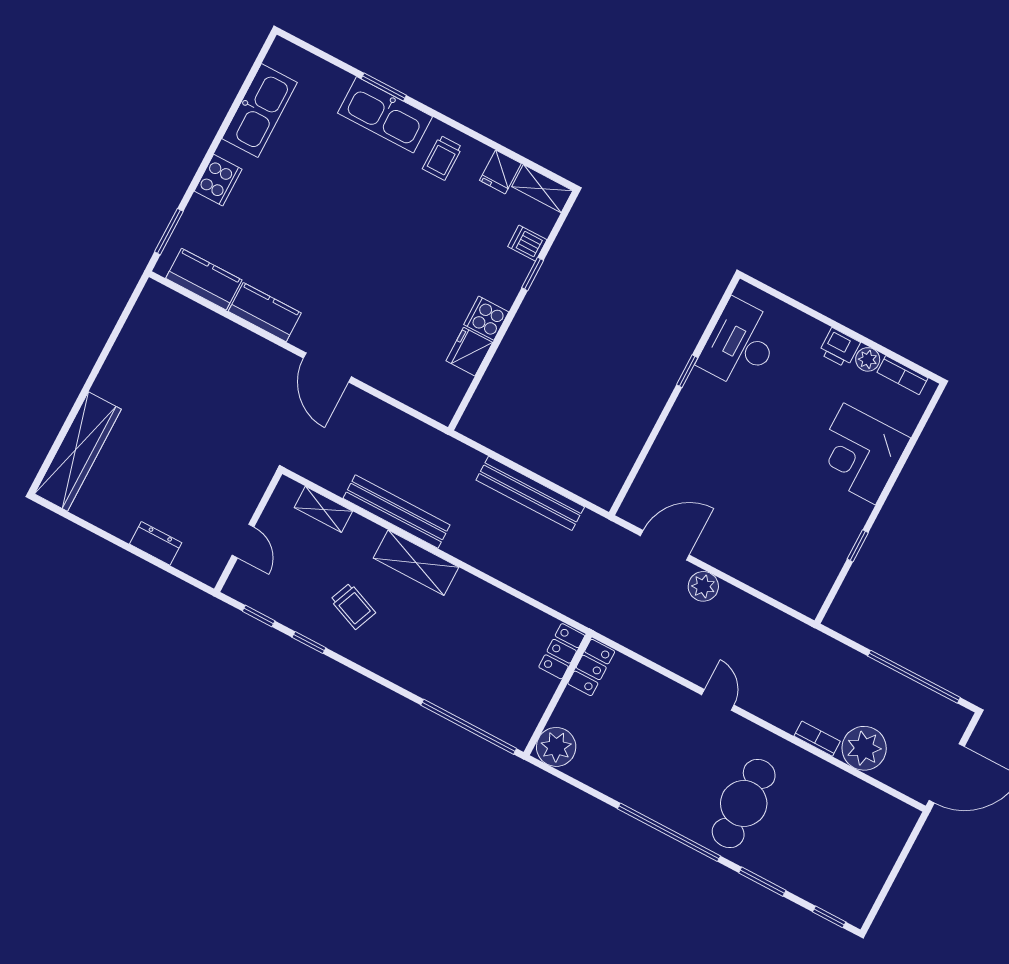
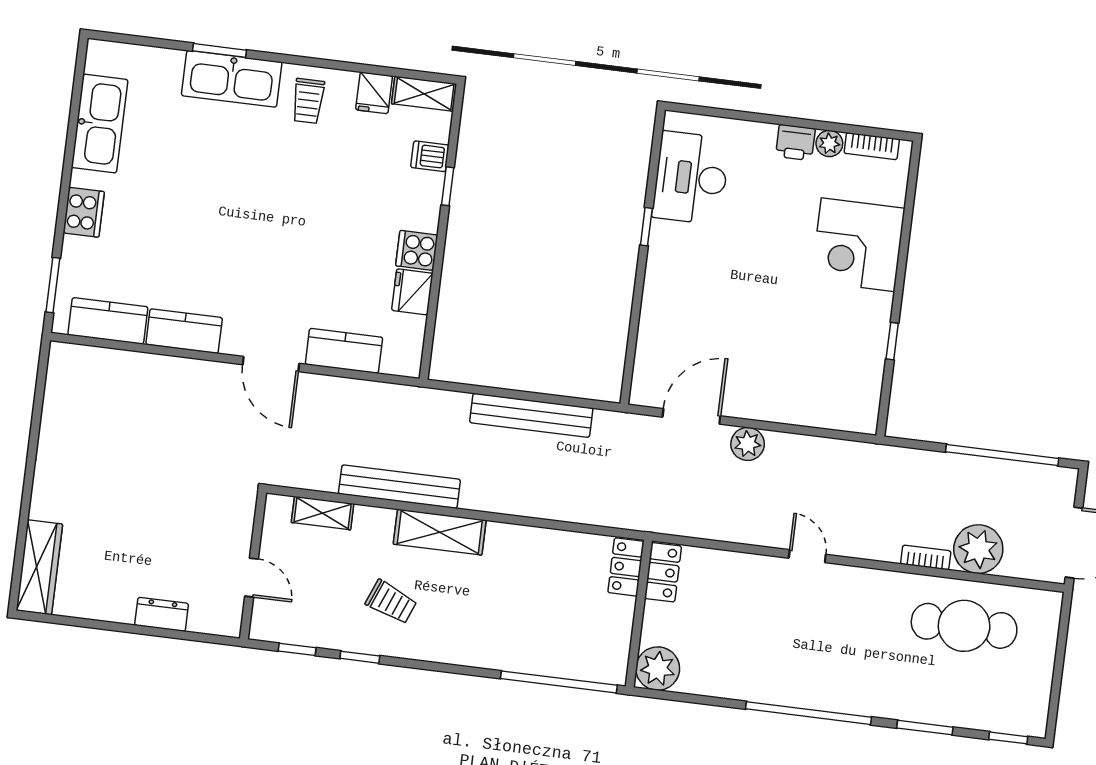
kitchen counter: (393, 380) -> (344, 351), added
wardrobe: (78, 452) -> (39, 567), width x0.71, depth x0.85
cafe table: (744, 803) -> (964, 626), moved, turned 90

